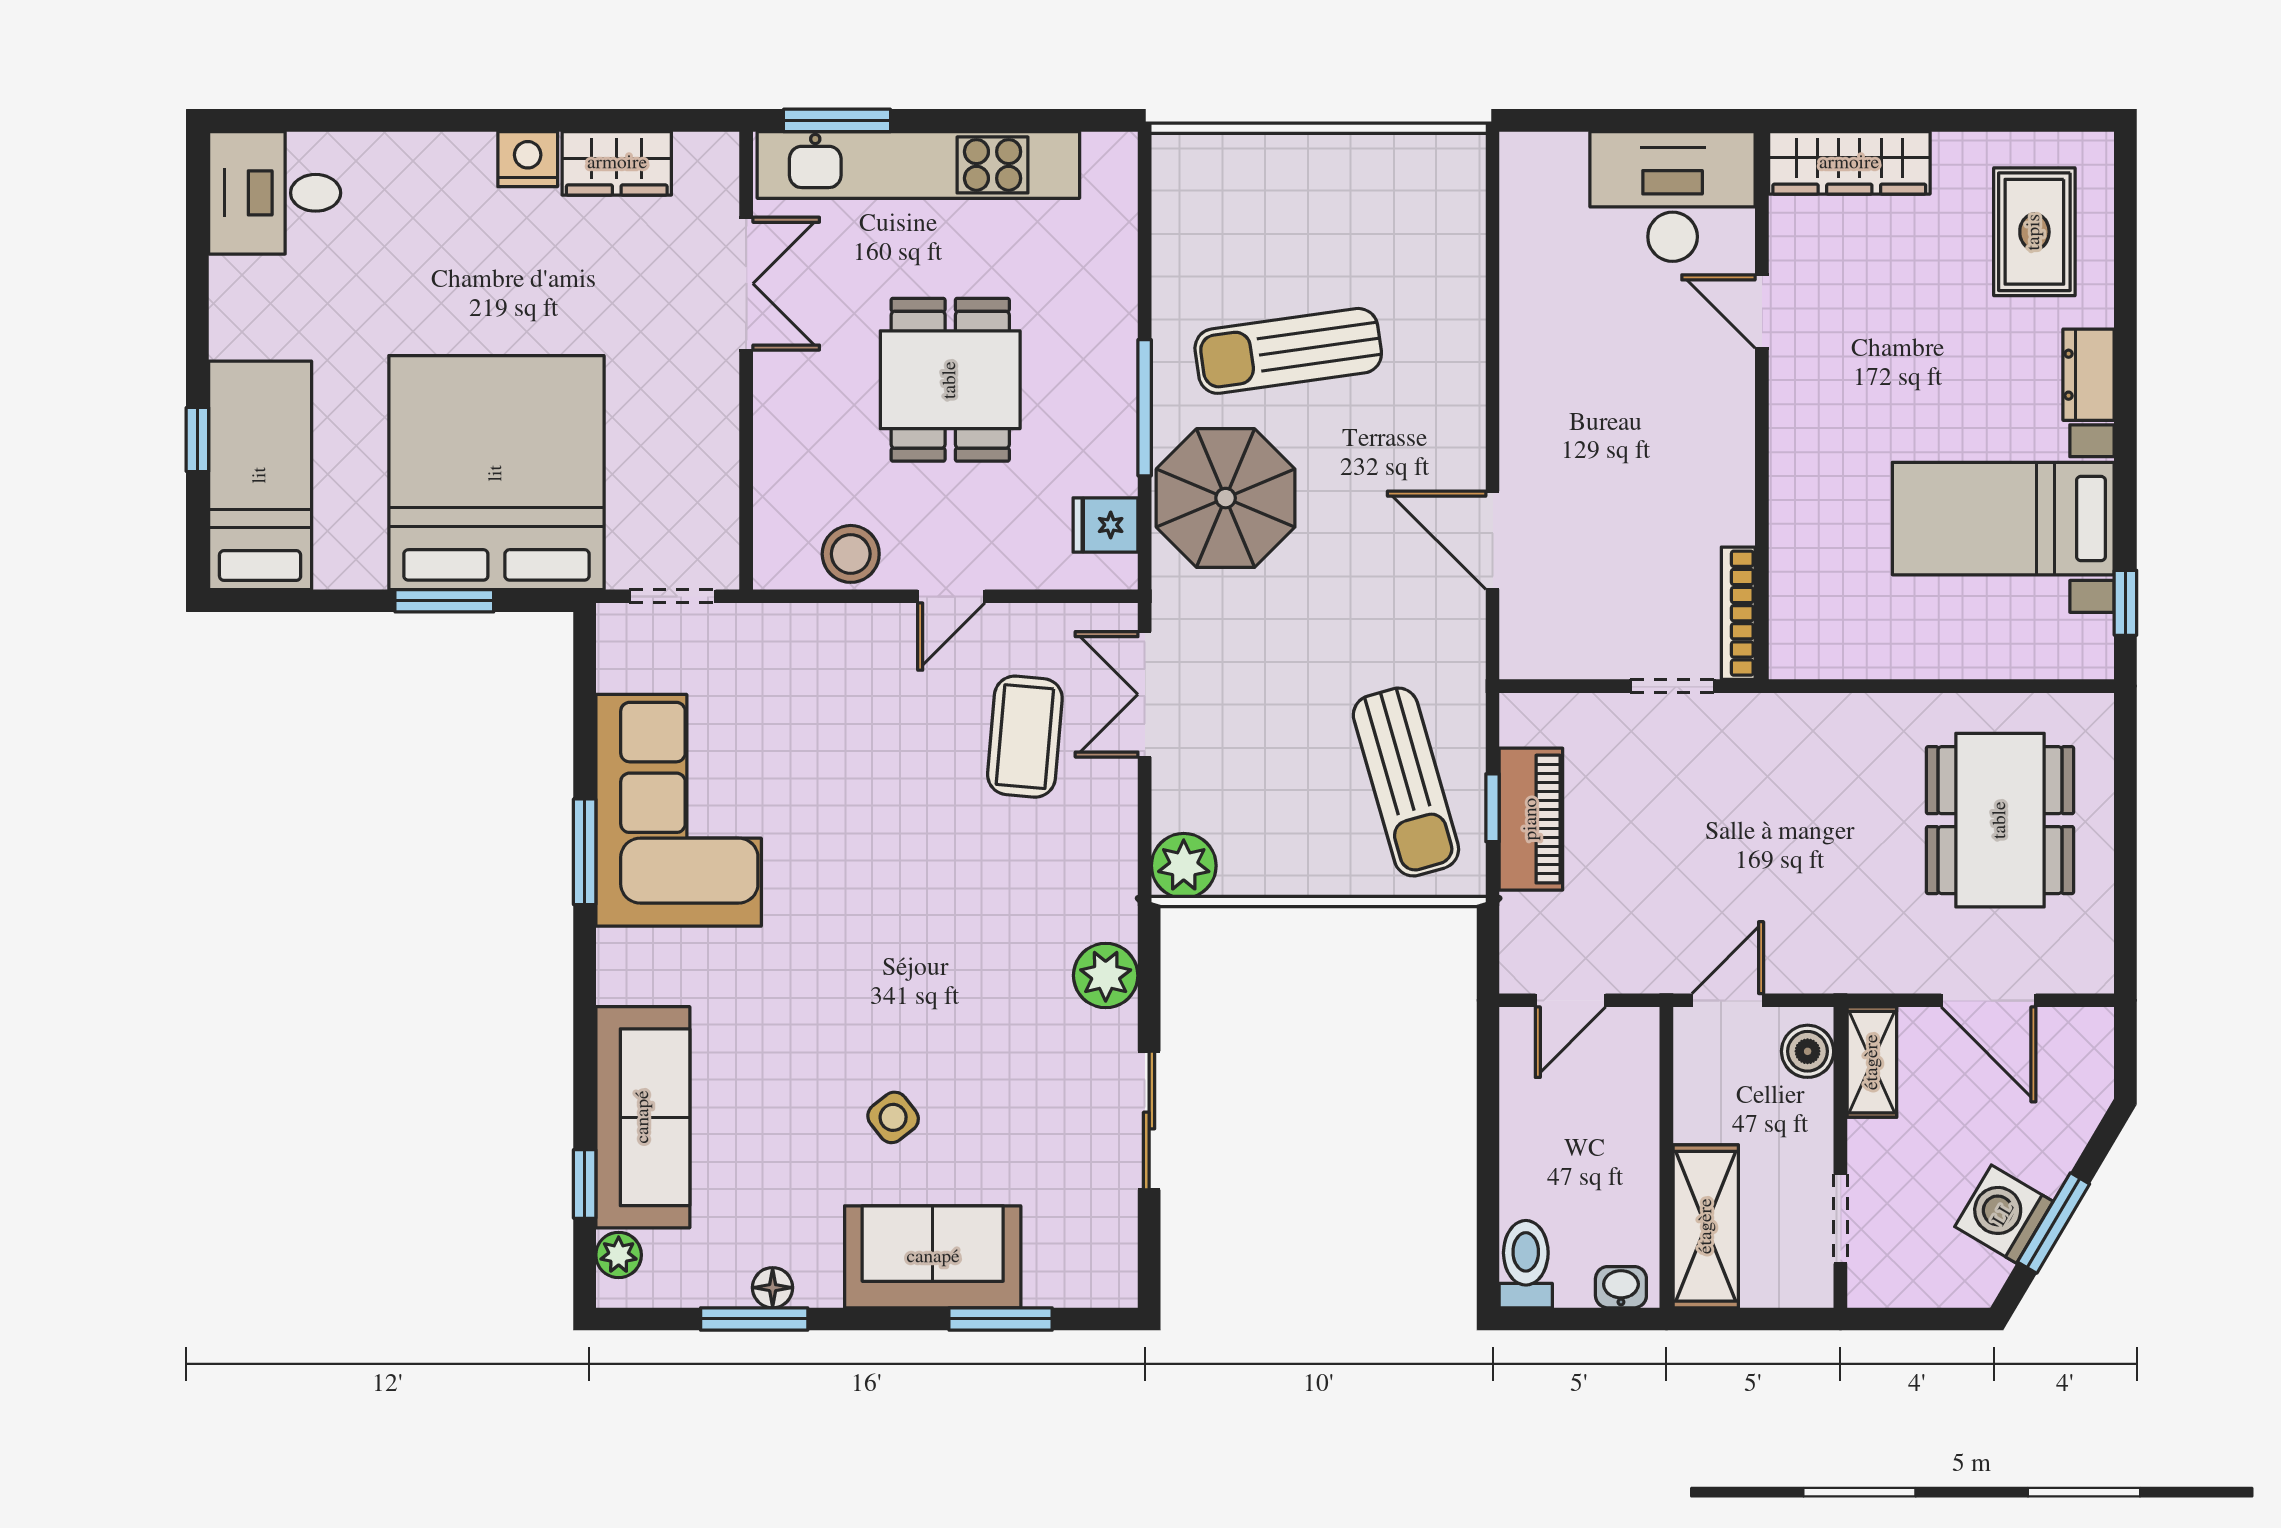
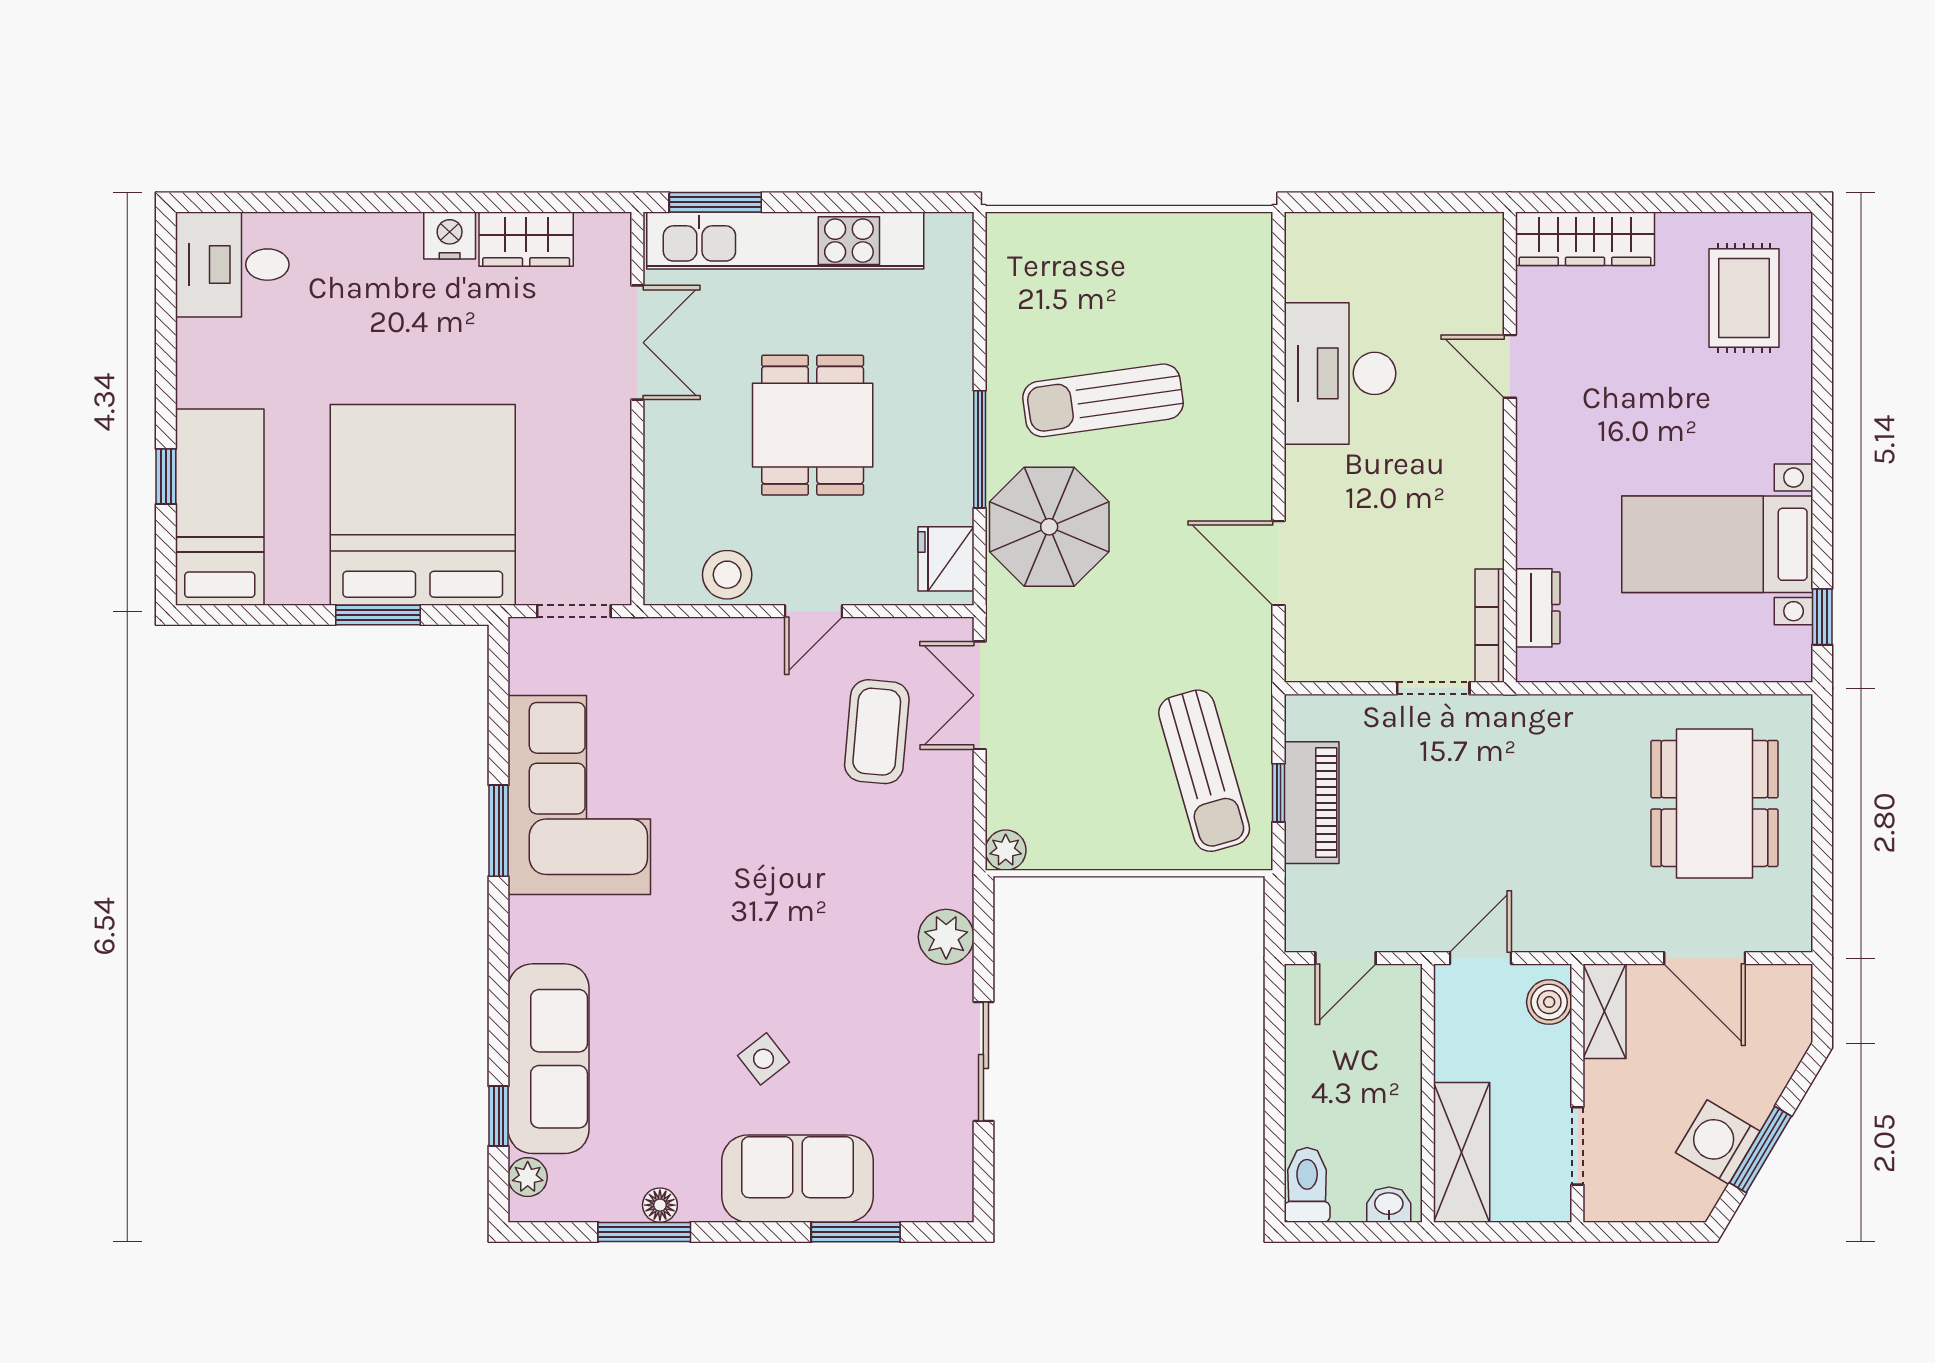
desk: (1673, 197) -> (1340, 373), moved, turned -90
dresser: (2089, 375) -> (1538, 608), moved, turned 180
fridge: (1105, 525) -> (946, 559), width x1.38
plant: (1184, 866) -> (1006, 850), width x0.73, depth x0.73

